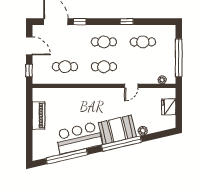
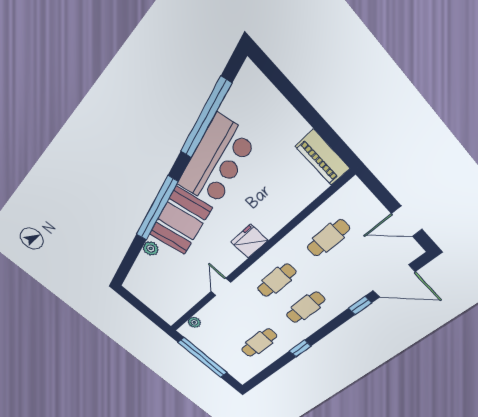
window: (29, 71) -> (377, 189), removed
fridge: (169, 107) -> (249, 241), moved, turned -90
piano: (38, 115) -> (323, 157), moved

